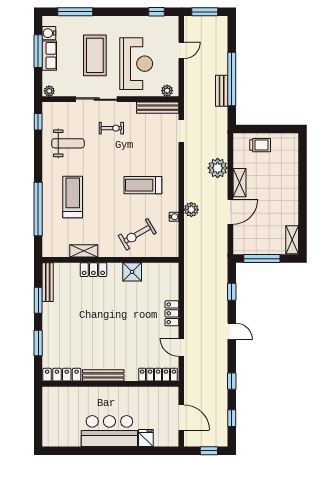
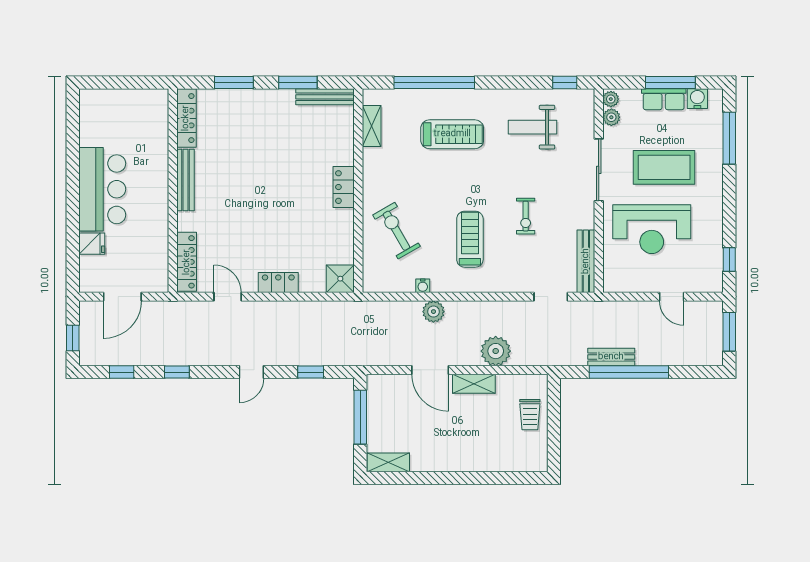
plant: (167, 91) -> (611, 117), moved
exercise bike: (111, 128) -> (526, 216), moved
weight bench: (68, 143) -> (533, 127), turned 90
shelving: (84, 251) -> (372, 126), moved
locker: (93, 270) -> (344, 187), moved
shower: (132, 272) -> (340, 279), moved
door: (181, 347) -> (228, 297), hinge flipped

